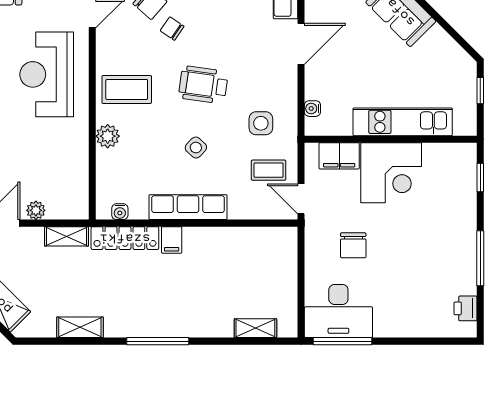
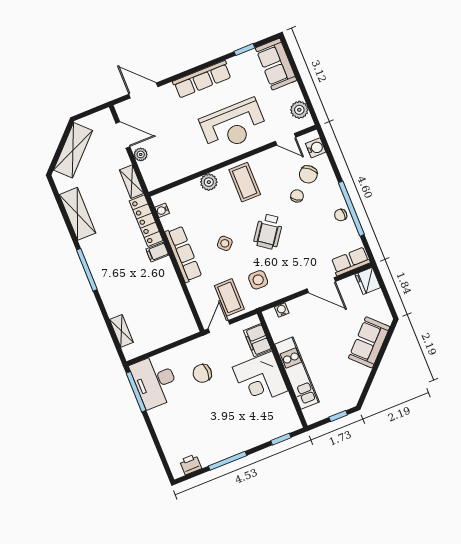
reception desk: (47, 74) -> (233, 125), turned 180
wheelchair: (203, 85) -> (268, 231), turned -152
coffee table: (269, 170) -> (229, 297), width x1.36, depth x1.30
shelving: (80, 327) -> (77, 214), width x1.50, depth x1.33

